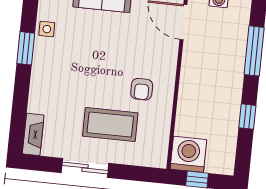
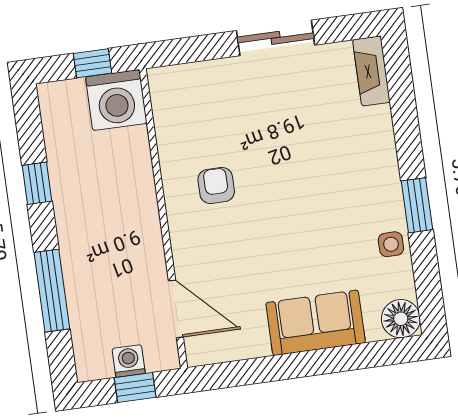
coffee table: (110, 125) -> (252, 117), removed

